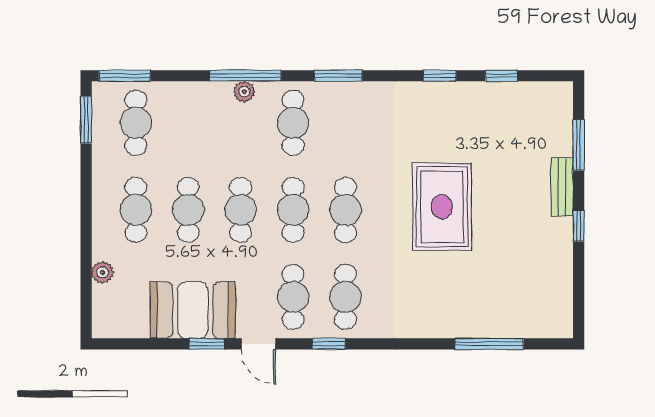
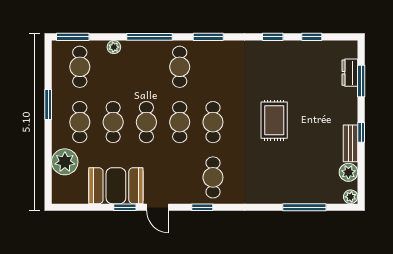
plant: (244, 92) -> (114, 47), moved
window: (86, 120) -> (48, 104), moved
dresser: (561, 132) -> (350, 73), added
bench: (562, 187) -> (351, 143), moved
rug: (442, 207) -> (274, 120), width x0.73, depth x0.70
plant: (103, 272) -> (65, 162), width x1.87, depth x1.87
plant: (559, 289) -> (348, 172), added
cafe table: (293, 297) -> (180, 177), removed
plant: (562, 327) -> (351, 197), added

